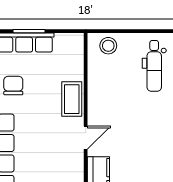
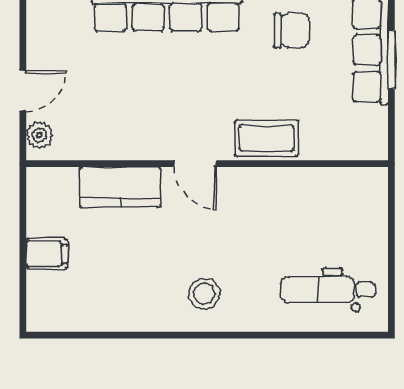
stool: (108, 46) -> (204, 294), moved

